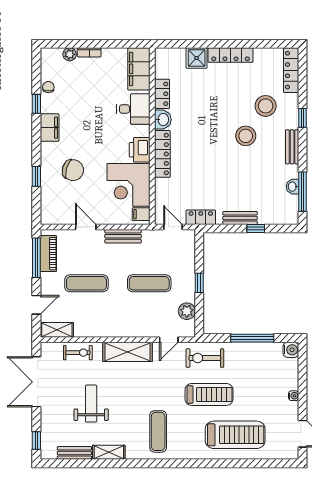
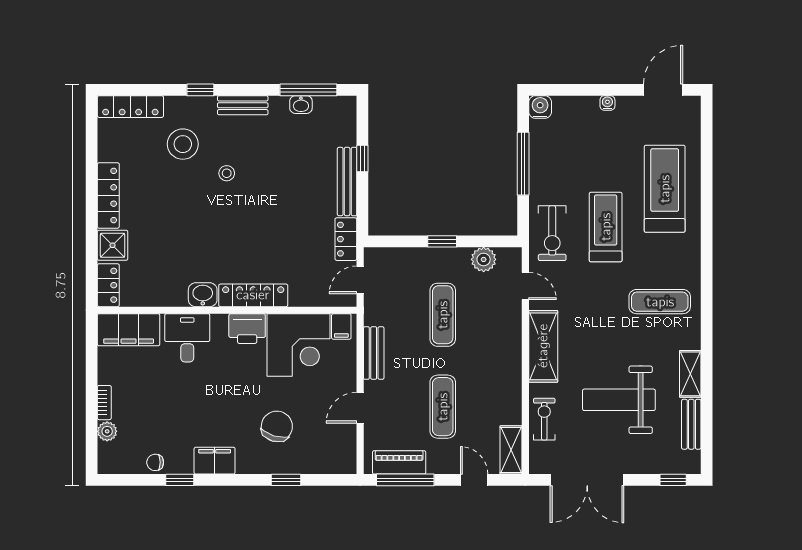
locker: (162, 94) -> (108, 285), moved, turned 90
stool: (246, 136) -> (227, 173), width x0.53, depth x0.53
bench: (240, 218) -> (347, 182), width x1.36
weight bench: (91, 404) -> (619, 400), width x1.36, depth x1.33

